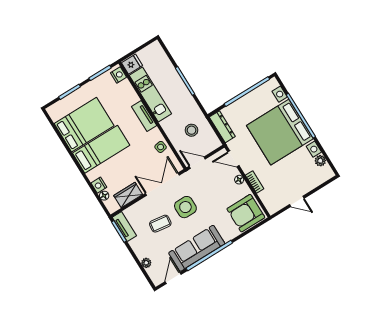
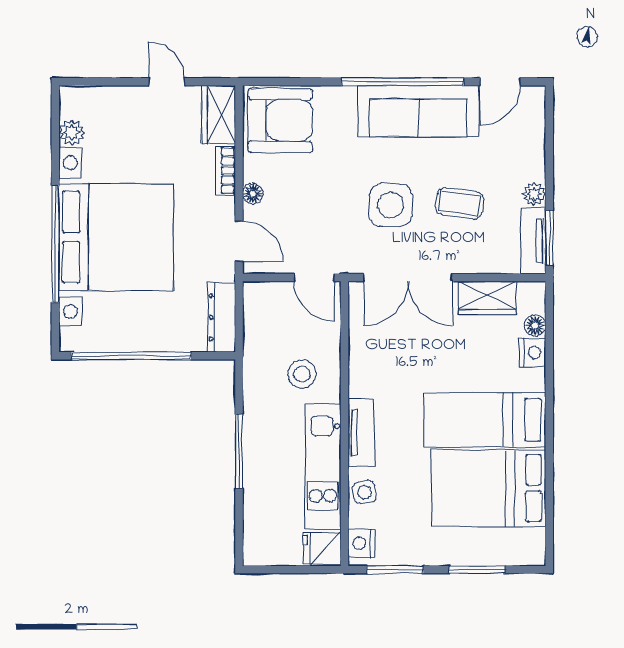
stool: (192, 130) -> (302, 374), moved
side table: (161, 147) -> (364, 492), moved
wardrobe: (270, 201) -> (219, 114), added
plant: (146, 263) -> (534, 194), moved

